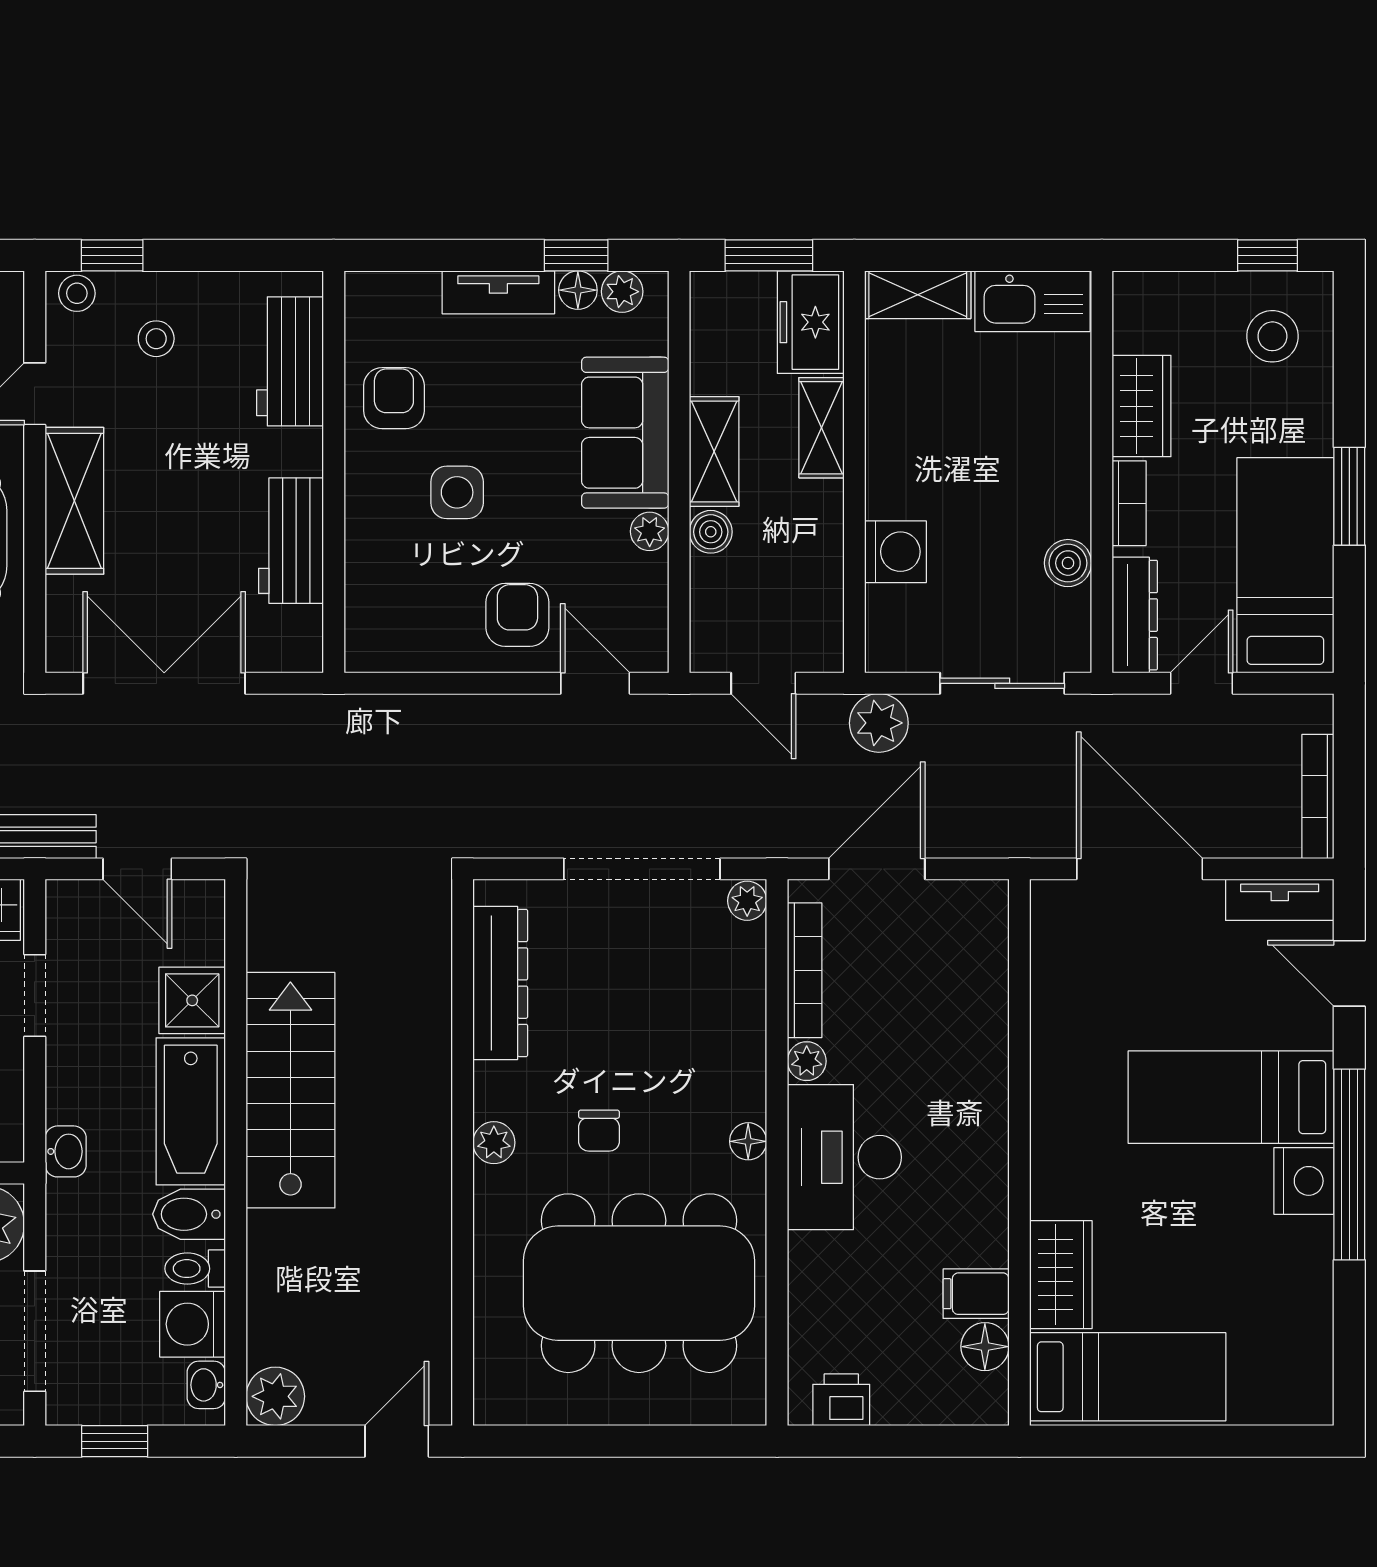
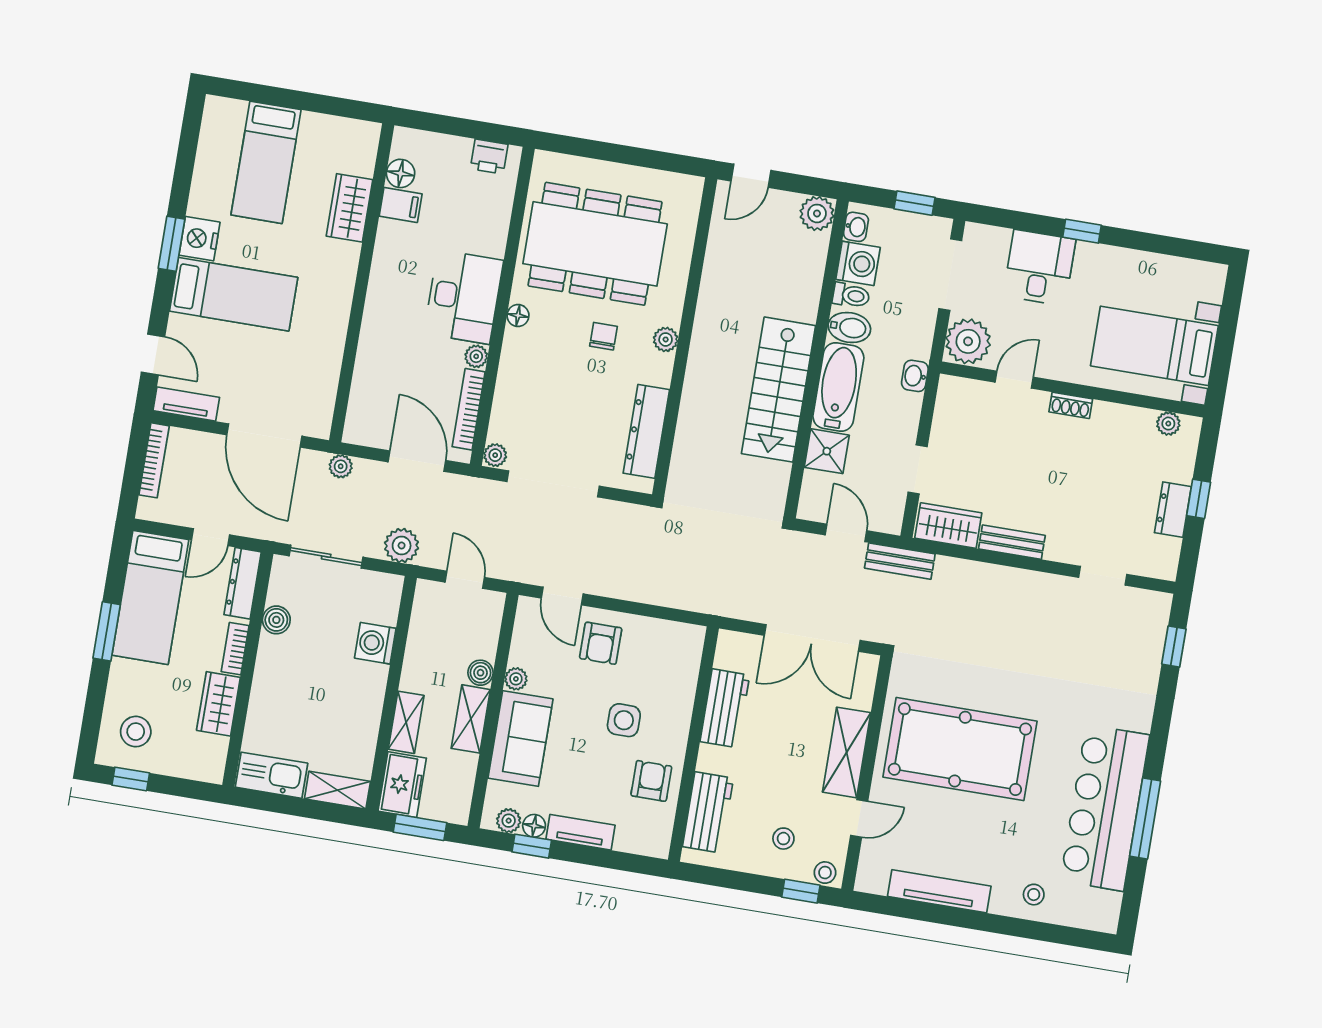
armchair: (394, 398) -> (651, 781), turned 180
plant: (1003, 839) -> (341, 466), added
door: (877, 869) -> (417, 461), swing flipped
window: (1349, 1165) -> (172, 244), width x0.47
bed: (1128, 1377) -> (266, 162), moved, turned -90

